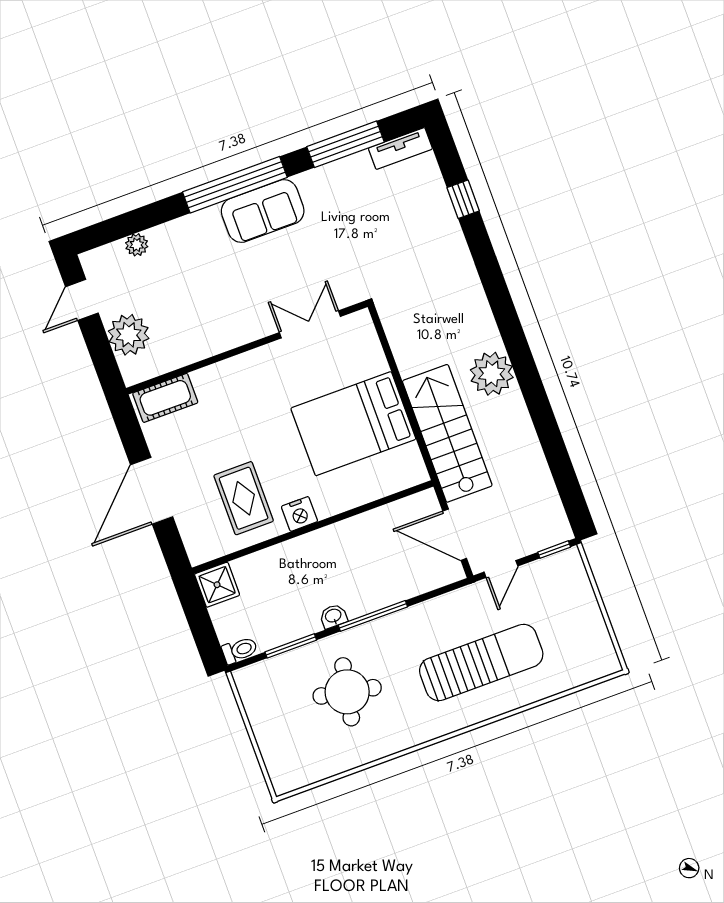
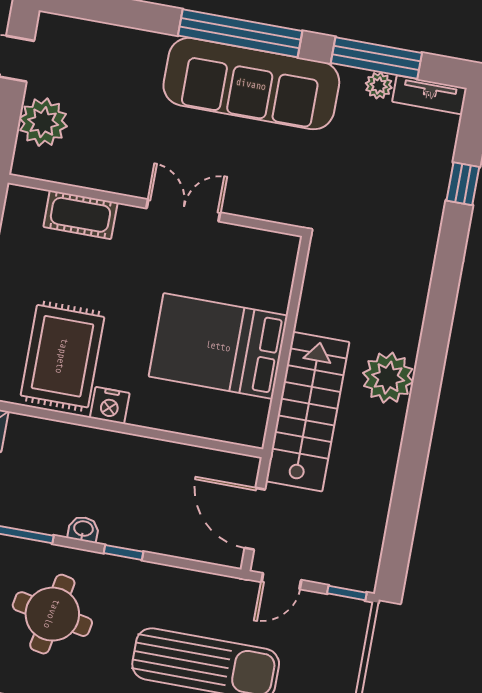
sofa: (263, 211) -> (251, 84), width x1.85, depth x1.27
plant: (137, 245) -> (379, 85), moved
double door: (310, 324) -> (183, 210), moved
cot: (165, 398) -> (80, 215), moved
rug: (244, 498) -> (62, 356), width x1.36, depth x1.43
window: (373, 616) -> (124, 552), width x0.46

